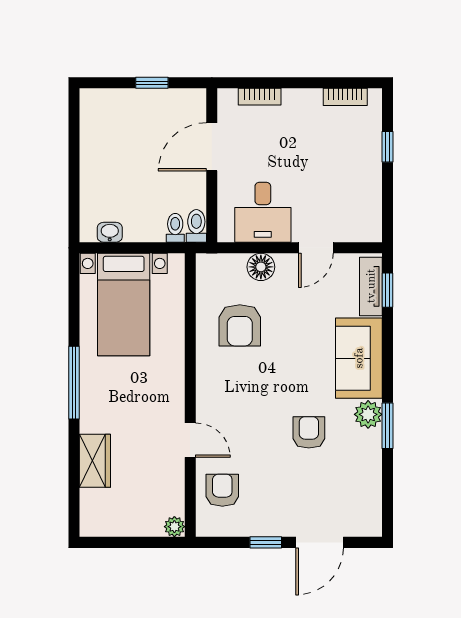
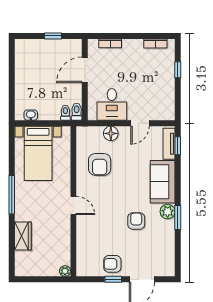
door: (190, 440) -> (73, 205), moved
armchair: (222, 490) -> (112, 264), moved, turned -90

